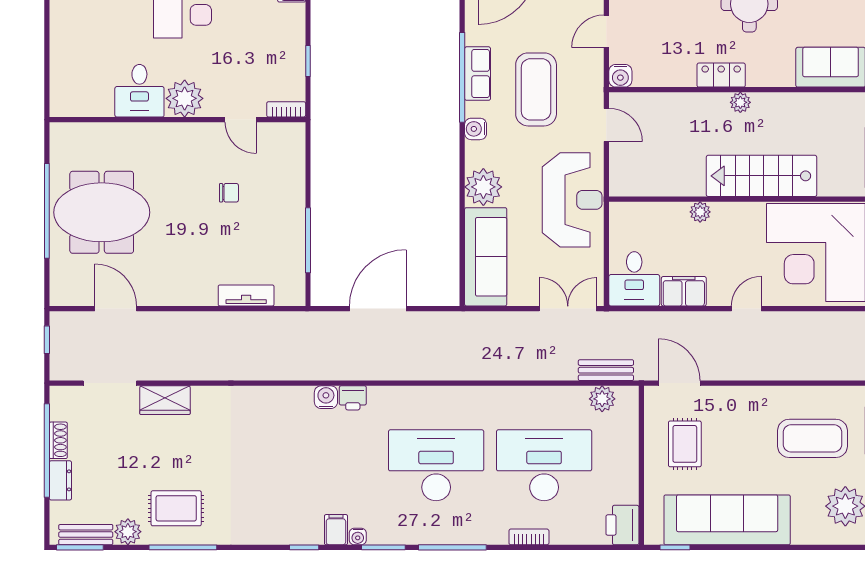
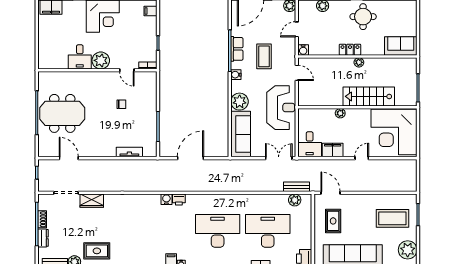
coffee table: (536, 89) -> (264, 56), width x0.73, depth x0.76

